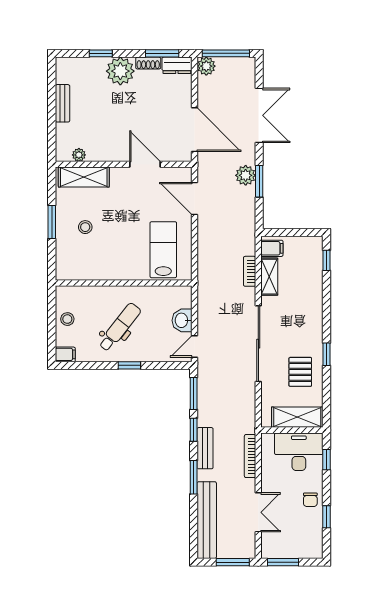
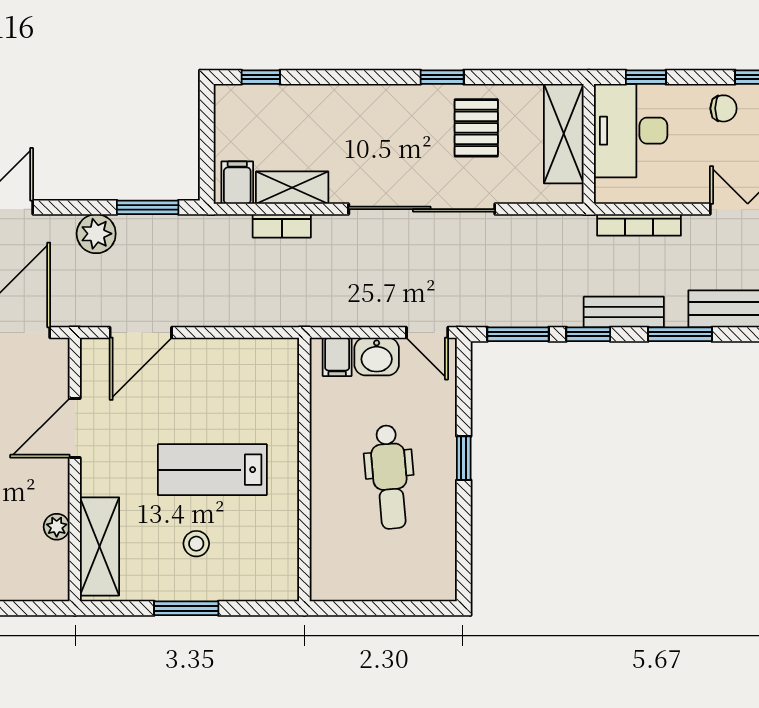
plant: (79, 155) -> (57, 527), moved
window: (259, 181) -> (148, 207), moved
lab bench: (163, 250) -> (212, 470), moved
stool: (67, 319) -> (374, 578), removed
dental chair: (120, 327) -> (390, 477), turned -133
filing cabinet: (65, 354) -> (337, 357), moved, turned 180
pallet: (300, 372) -> (476, 128), turned 90

